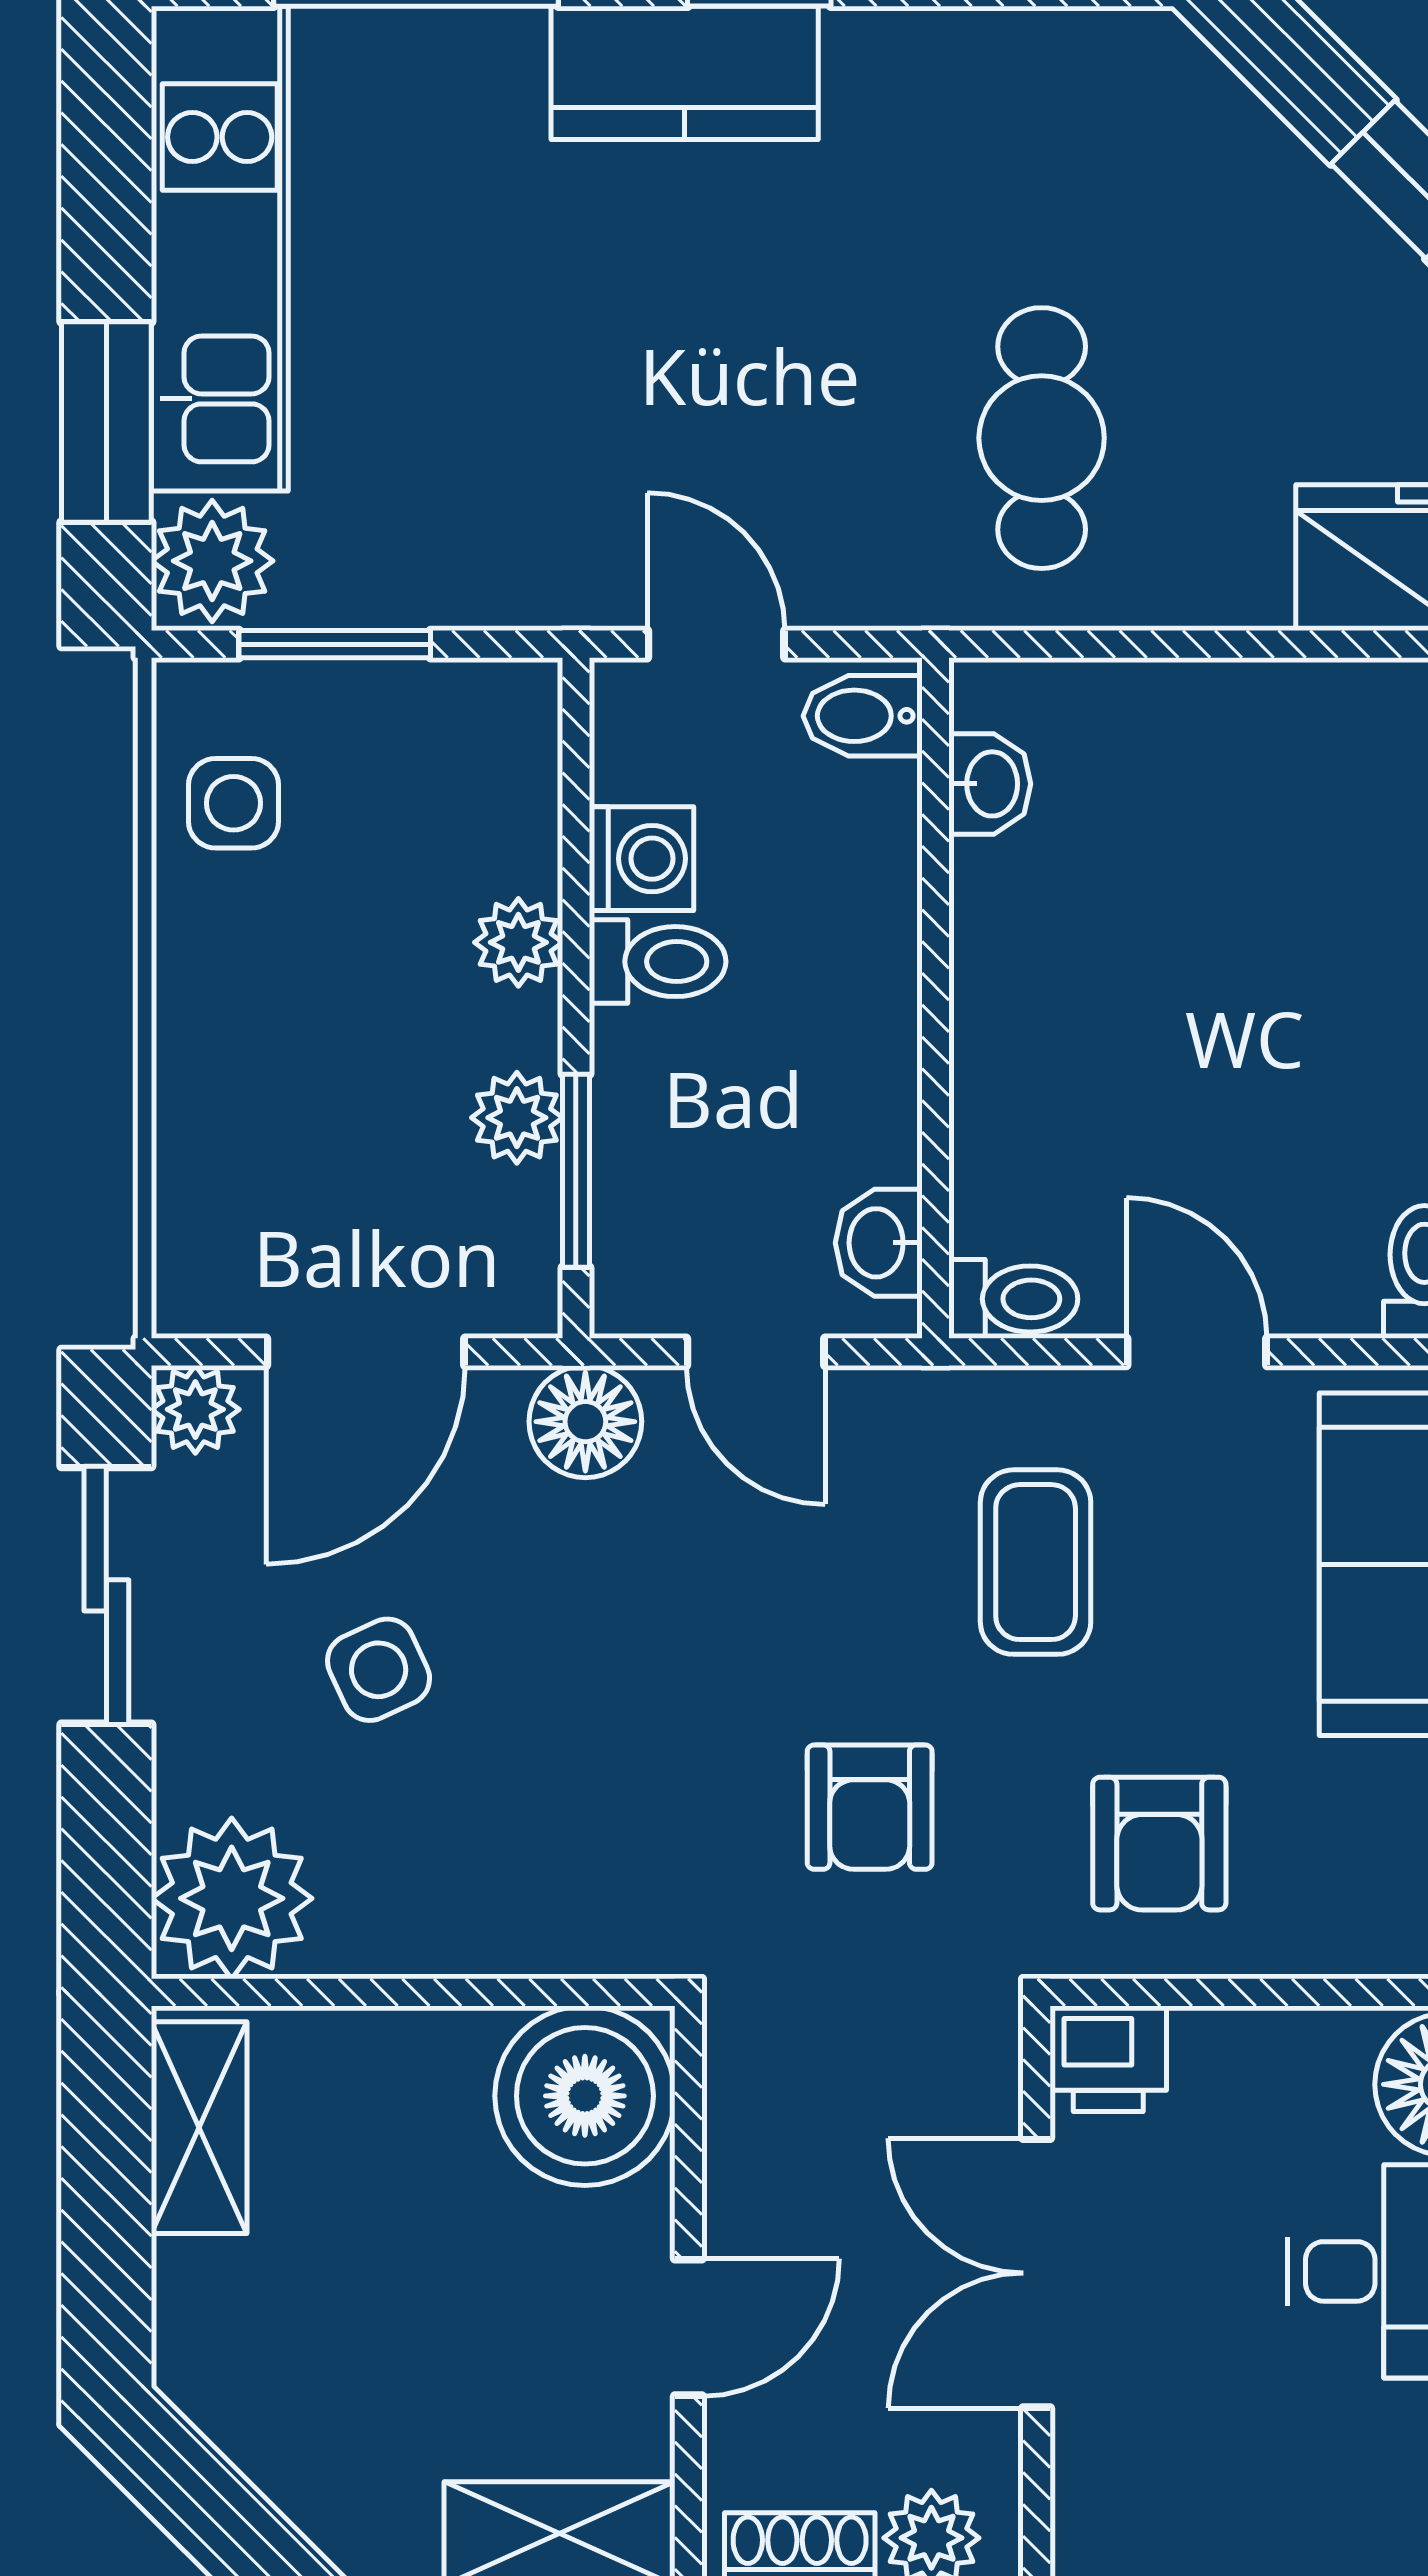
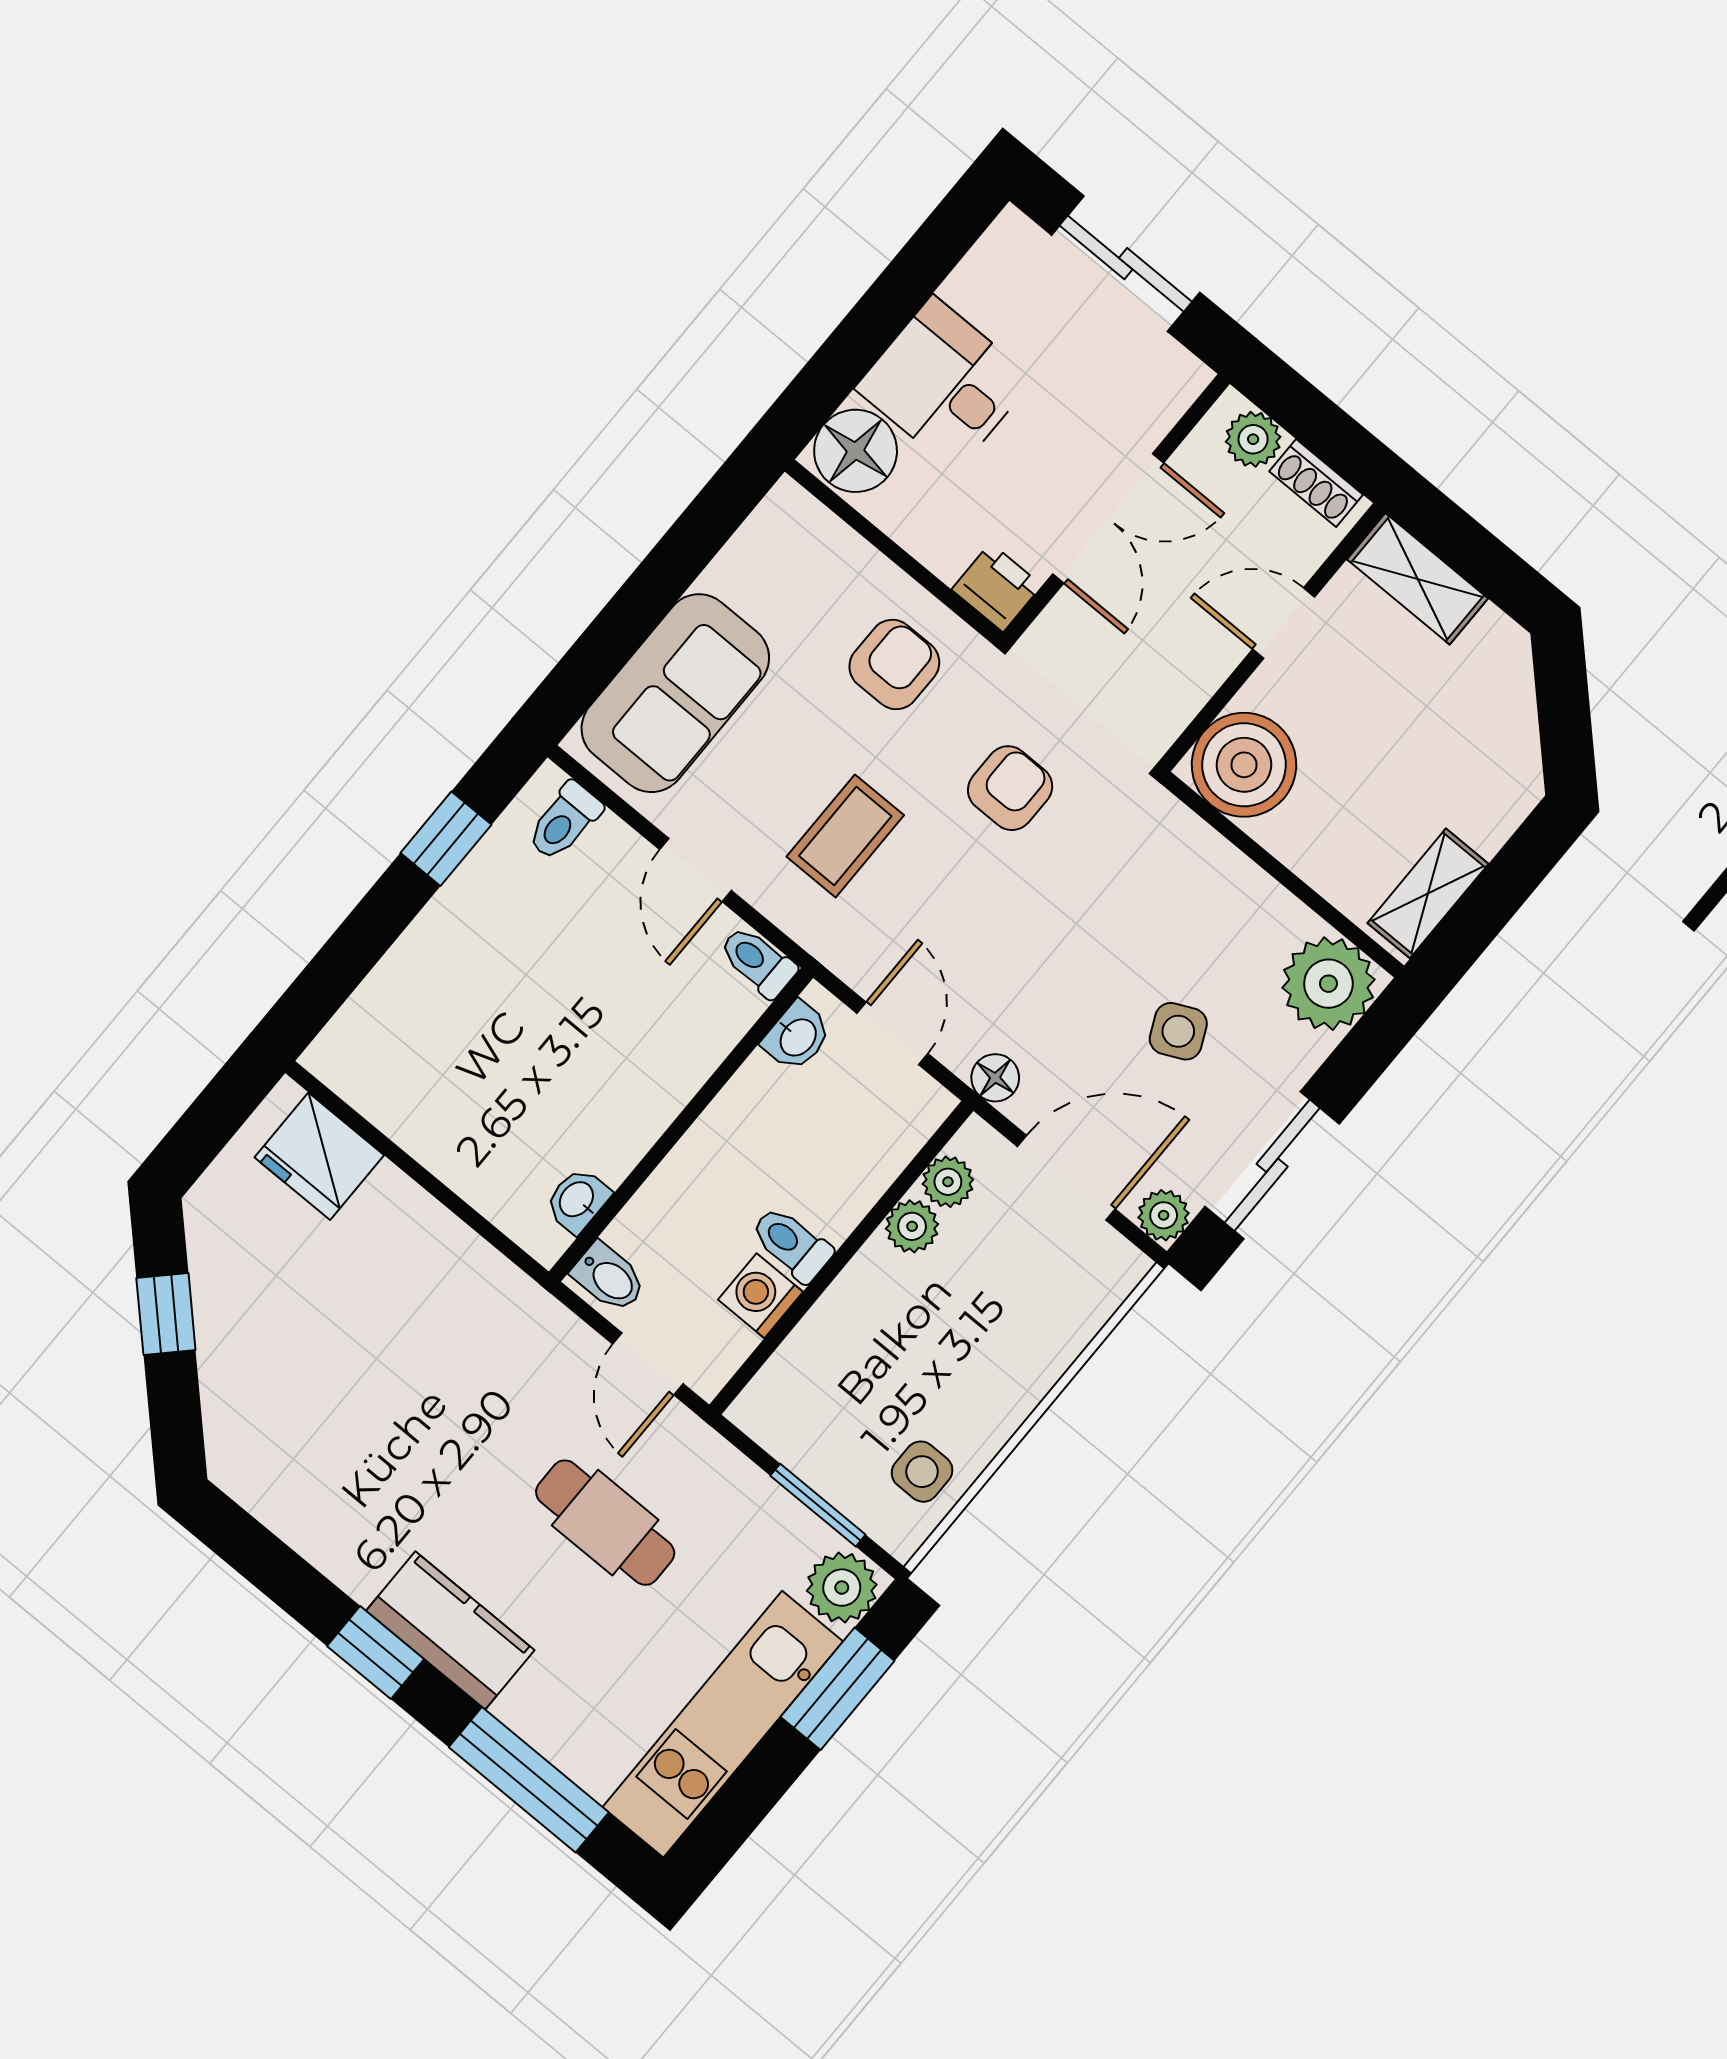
cafe table: (1042, 438) -> (605, 1523), moved, turned 90
plant: (518, 942) -> (948, 1182), moved
window: (576, 1171) -> (905, 1181), removed
floor lamp: (585, 1422) -> (995, 1078), width x0.73, depth x0.73

